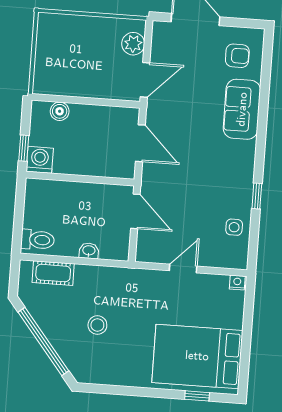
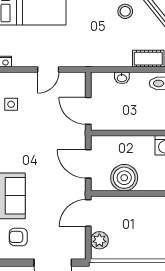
boiler: (60, 111) -> (124, 178), moved, width x1.86, depth x1.86
stool: (97, 325) -> (125, 11), moved

